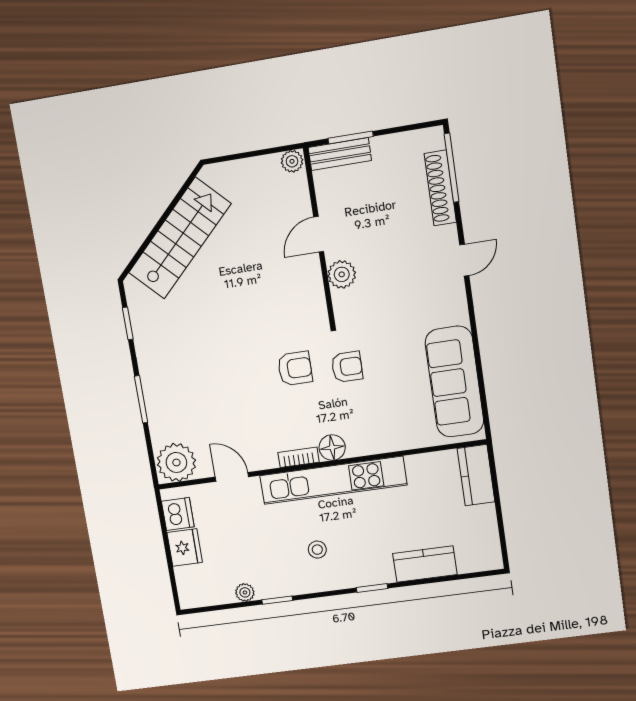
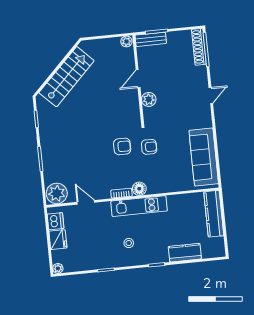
shoe rack: (440, 188) -> (199, 47), moved
kitchen counter: (476, 475) -> (214, 214), width x1.50
kitchen unit: (333, 480) -> (139, 206), width x0.73
plant: (245, 592) -> (58, 268), moved

